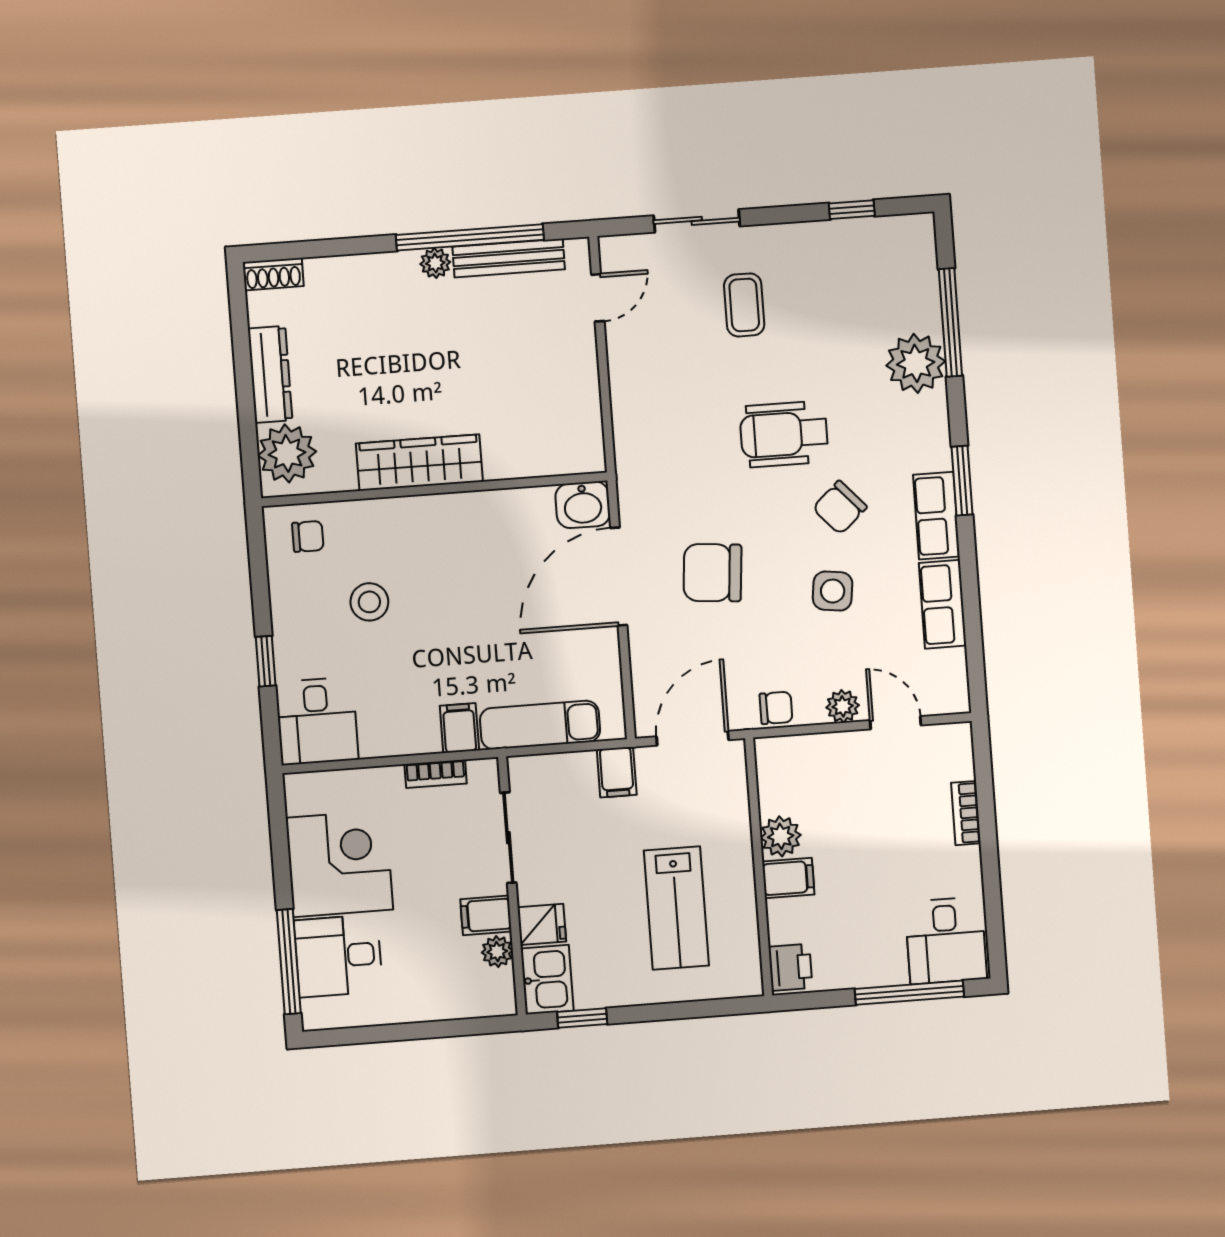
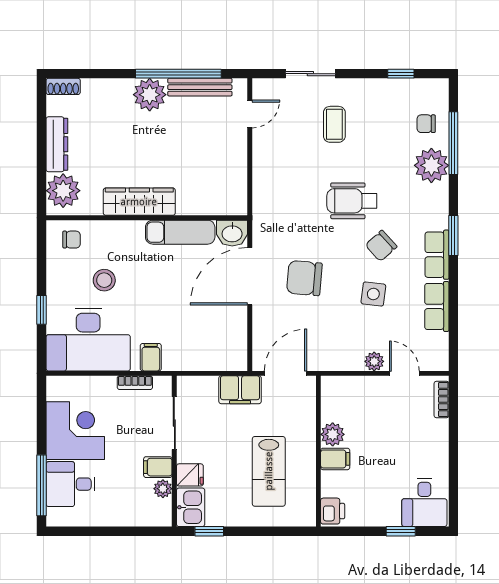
plant: (435, 263) -> (150, 95), width x1.88, depth x1.88
chair: (776, 708) -> (426, 124), moved, turned 180
desk: (317, 721) -> (88, 340), width x1.87, depth x1.30
exam couch: (540, 725) -> (180, 232), moved, turned 180
filing cabinet: (617, 772) -> (240, 390), width x2.00
bookcase: (966, 813) -> (441, 399), moved
window: (909, 993) -> (401, 531), width x0.46

